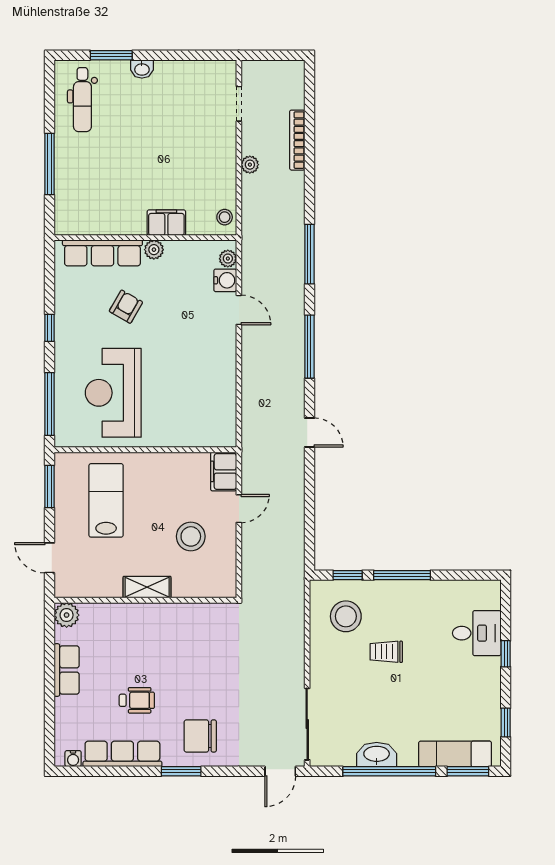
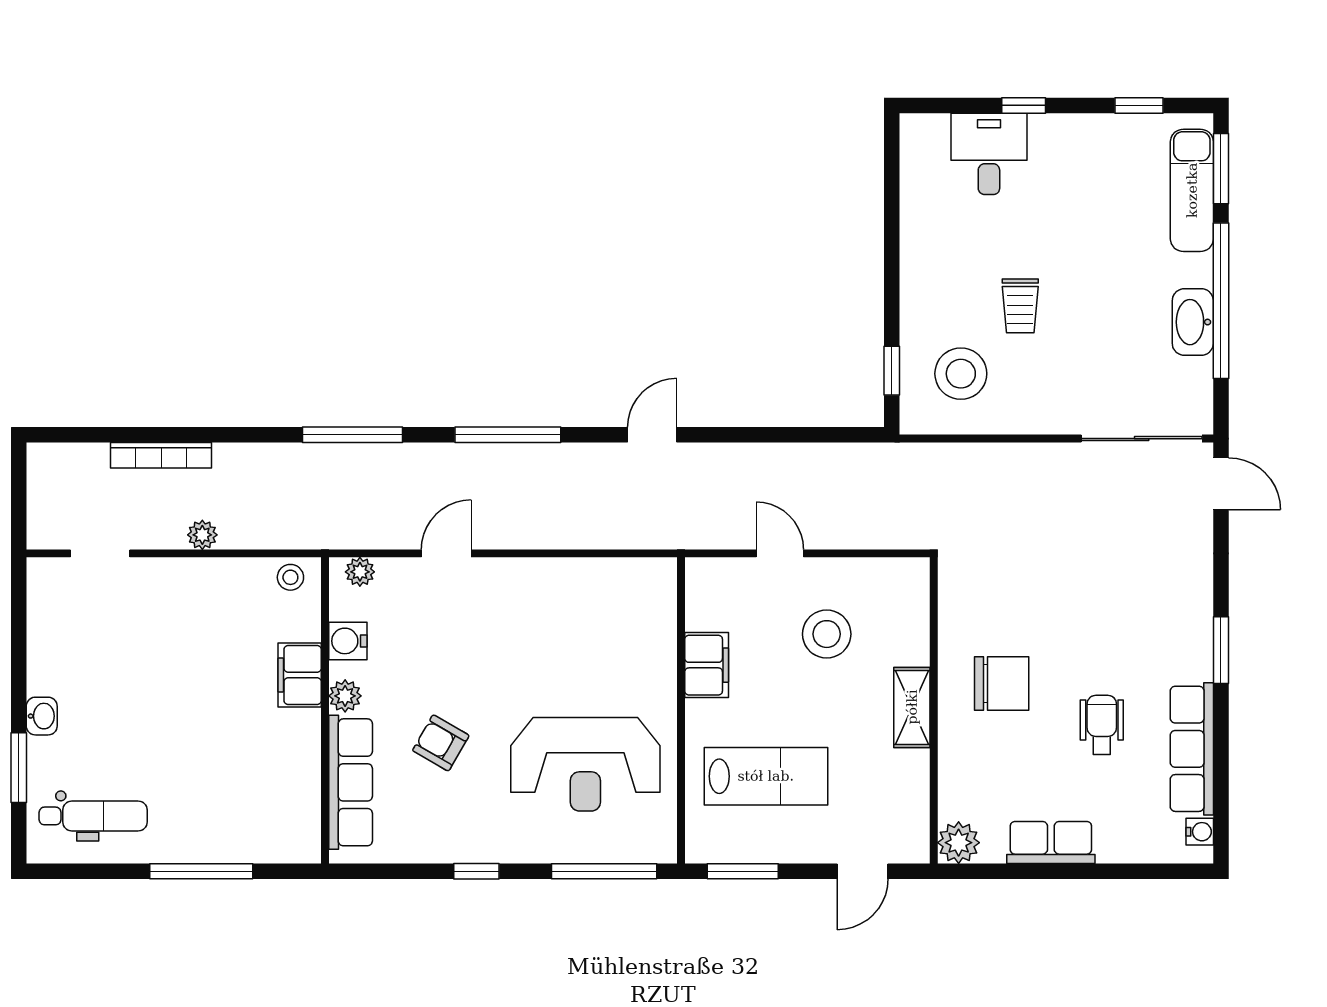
water cooler: (225, 280) -> (348, 641), moved, turned -90
filing cabinet: (224, 471) -> (707, 665), moved, turned -90
lab bench: (106, 500) -> (766, 776), turned 180
window: (402, 575) -> (892, 279), removed
chair: (200, 736) -> (1002, 684), moved, turned -90

